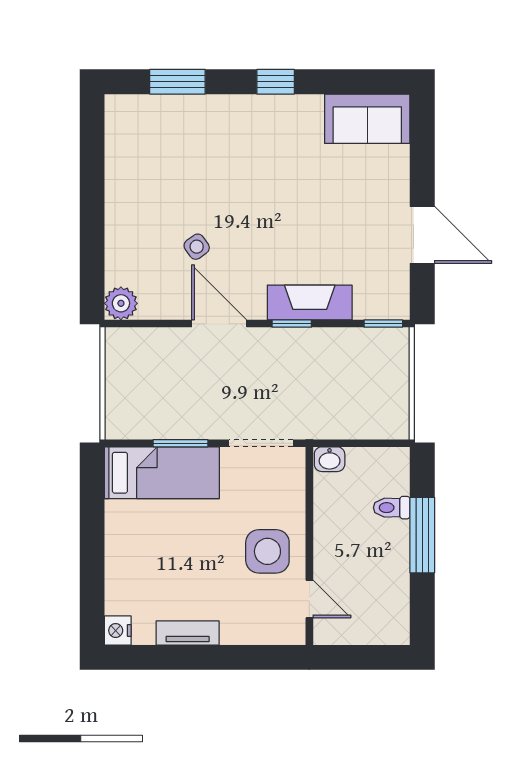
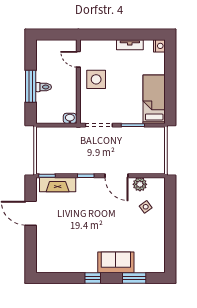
sofa: (367, 119) -> (116, 262), moved
side table: (197, 247) -> (146, 207), moved
fireplace: (310, 302) -> (58, 185), moved
plant: (121, 303) -> (140, 184), moved
bed: (162, 473) -> (154, 99), moved, turned 90
toilet: (392, 508) -> (44, 87), moved

